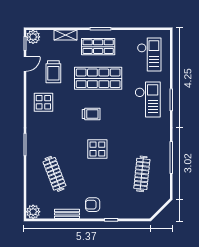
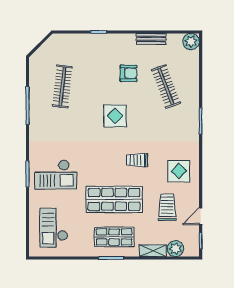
plant: (33, 37) -> (175, 249), moved
checkout: (148, 99) -> (55, 174), turned -90
trolley: (91, 114) -> (137, 160), moved
armchair: (93, 205) -> (129, 73), moved

